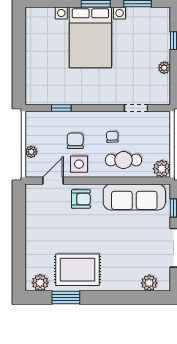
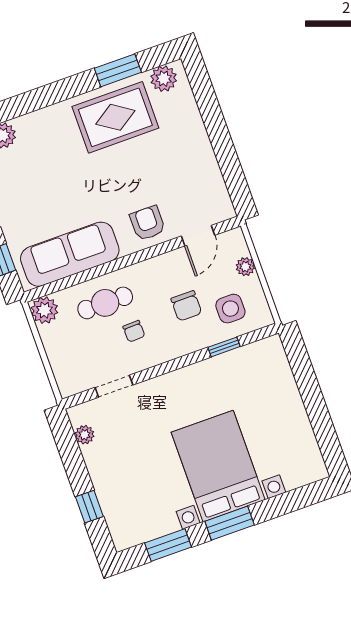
plant: (164, 68) -> (84, 435), moved
side table: (79, 164) -> (230, 309), moved
armchair: (81, 199) -> (148, 223), turned 90

